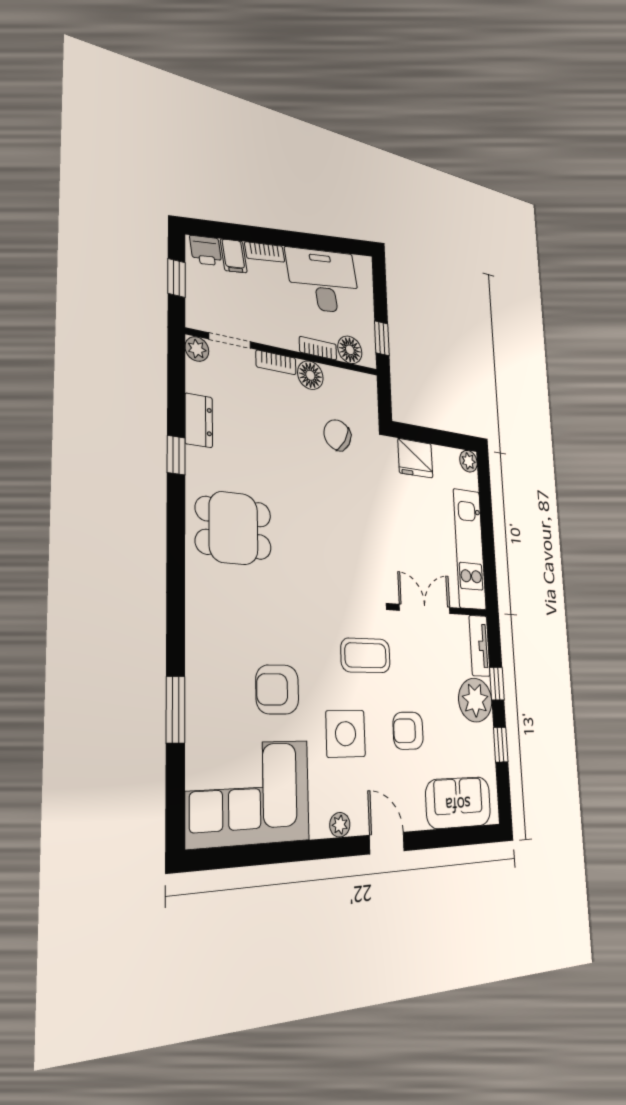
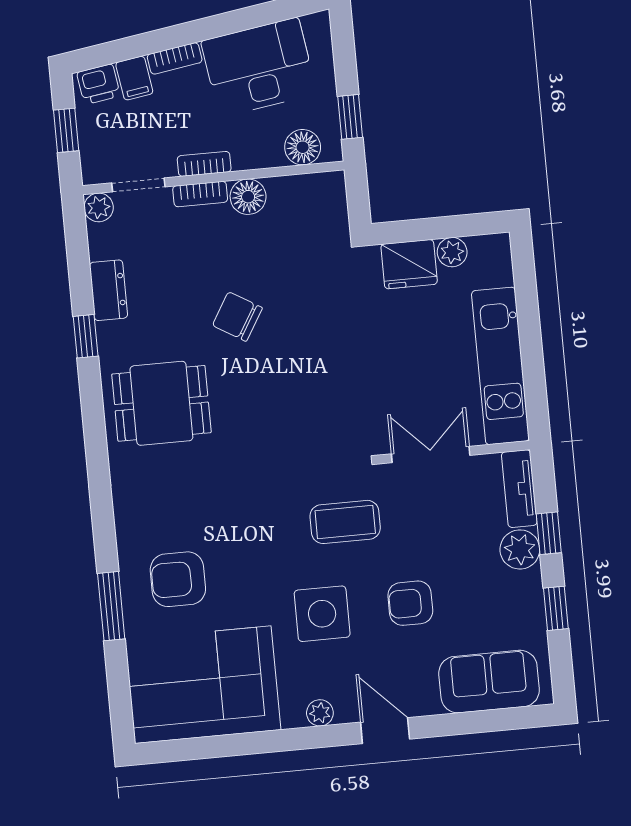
bookcase: (318, 348) -> (204, 164), moved
chair: (337, 435) -> (237, 317), moved
plant: (469, 461) -> (452, 252), moved
armchair: (277, 689) -> (178, 579), moved
plant: (475, 700) -> (520, 549), width x0.73, depth x0.73

